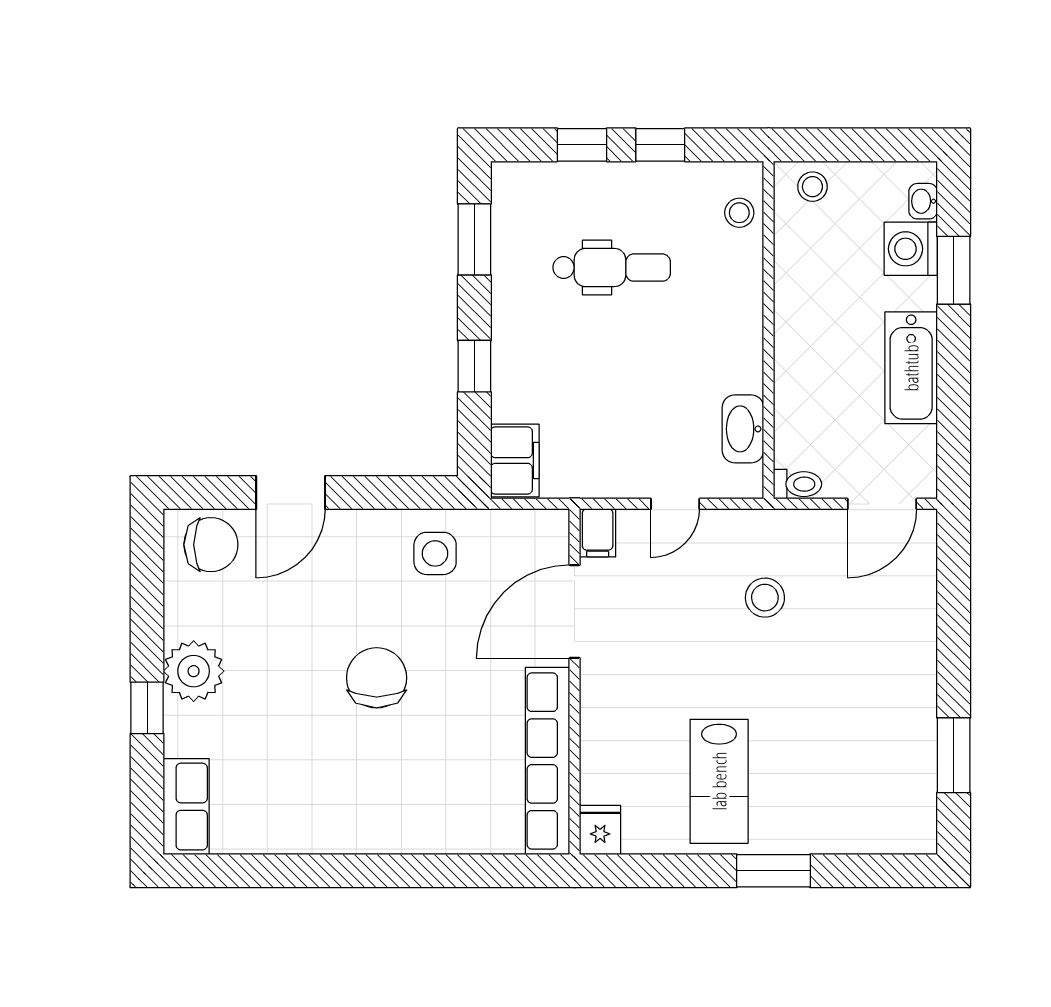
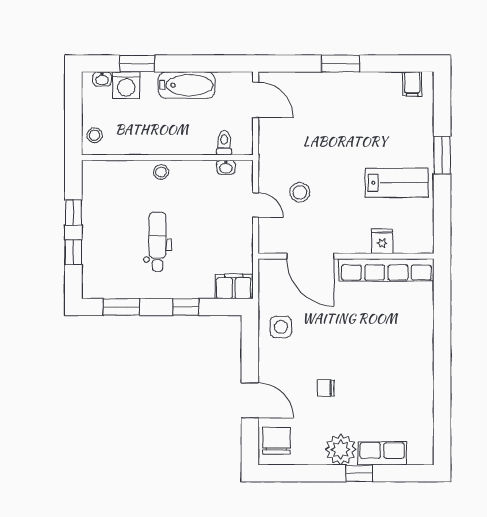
stool: (739, 213) -> (161, 172), moved
dental chair: (612, 268) -> (157, 242), moved
washbasin: (743, 429) -> (226, 167), width x0.52, depth x0.69
toilet: (798, 484) -> (224, 143), moved
filing cabinet: (598, 533) -> (412, 84), moved, turned 90
stool: (765, 598) -> (300, 192), moved
chair: (377, 678) -> (326, 388), moved, width x0.54, depth x0.54
window: (954, 755) -> (340, 64), moved
row of seats: (186, 807) -> (382, 453), moved
fridge: (600, 830) -> (382, 241), moved, turned 90

